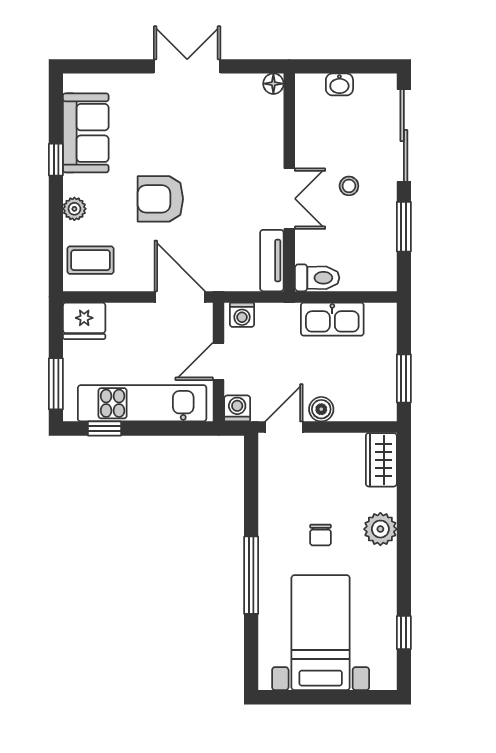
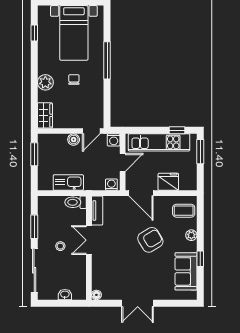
armchair: (160, 199) -> (150, 240), turned -31
fridge: (84, 321) -> (168, 182), moved

